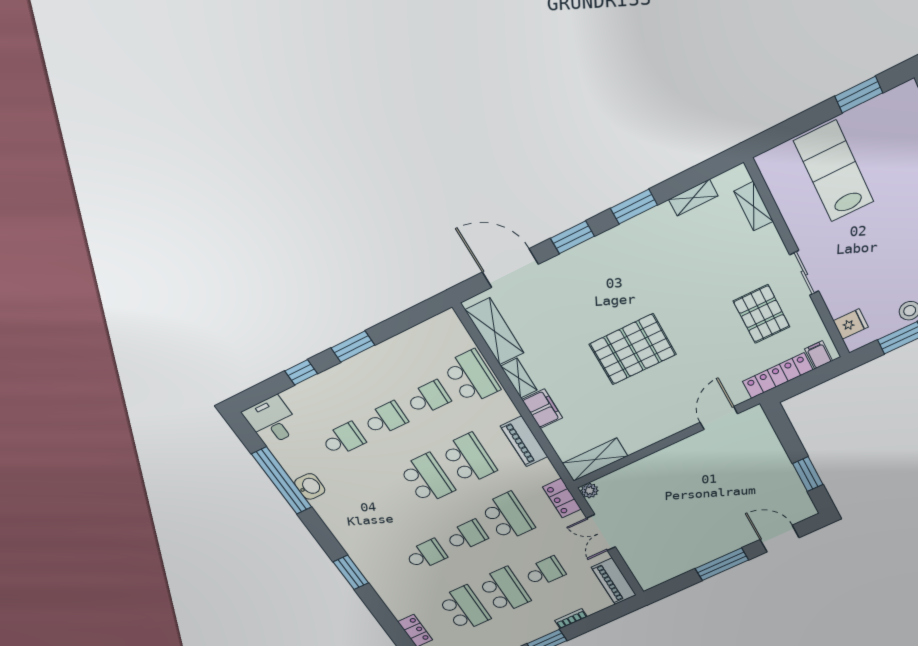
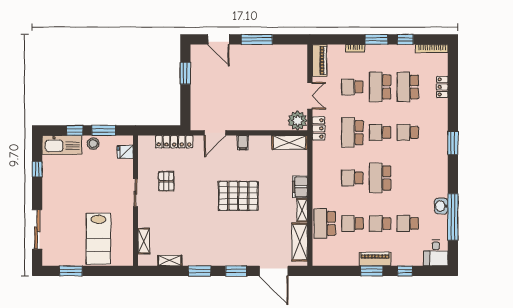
pallet: (762, 314) -> (166, 181), width x0.67, depth x0.71
filing cabinet: (819, 355) -> (243, 143), moved
piano: (524, 441) -> (375, 259), moved, turned -90
school desk: (469, 459) -> (352, 178), width x0.54
plant: (590, 491) -> (298, 121), width x1.88, depth x1.88

